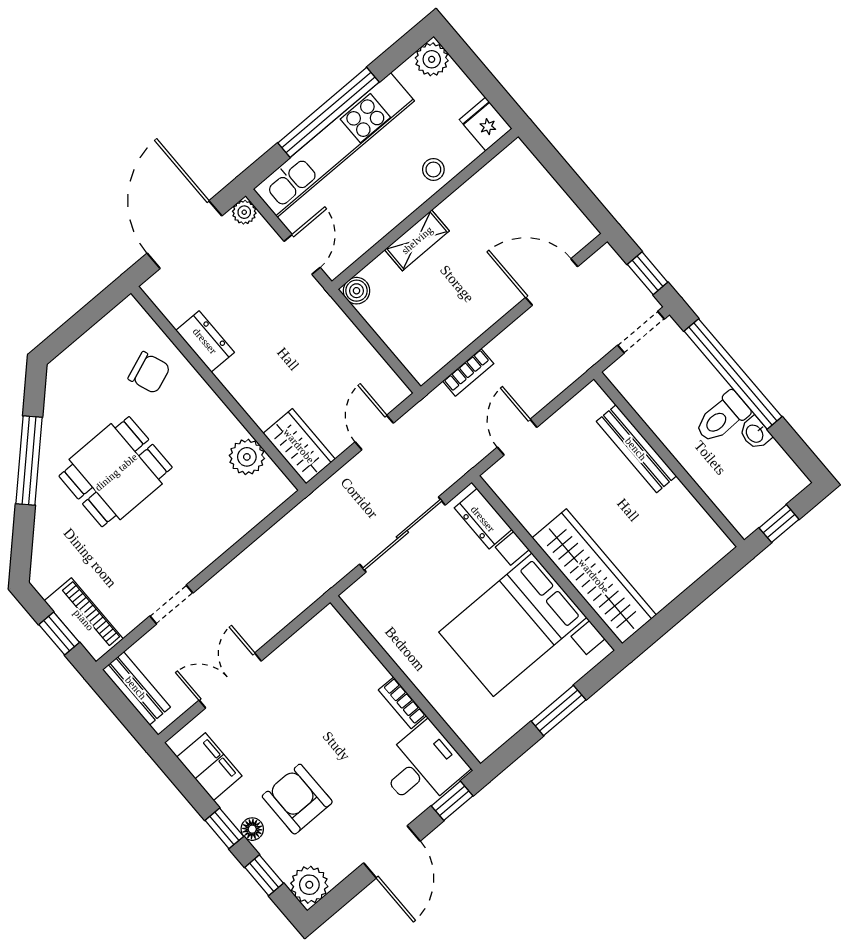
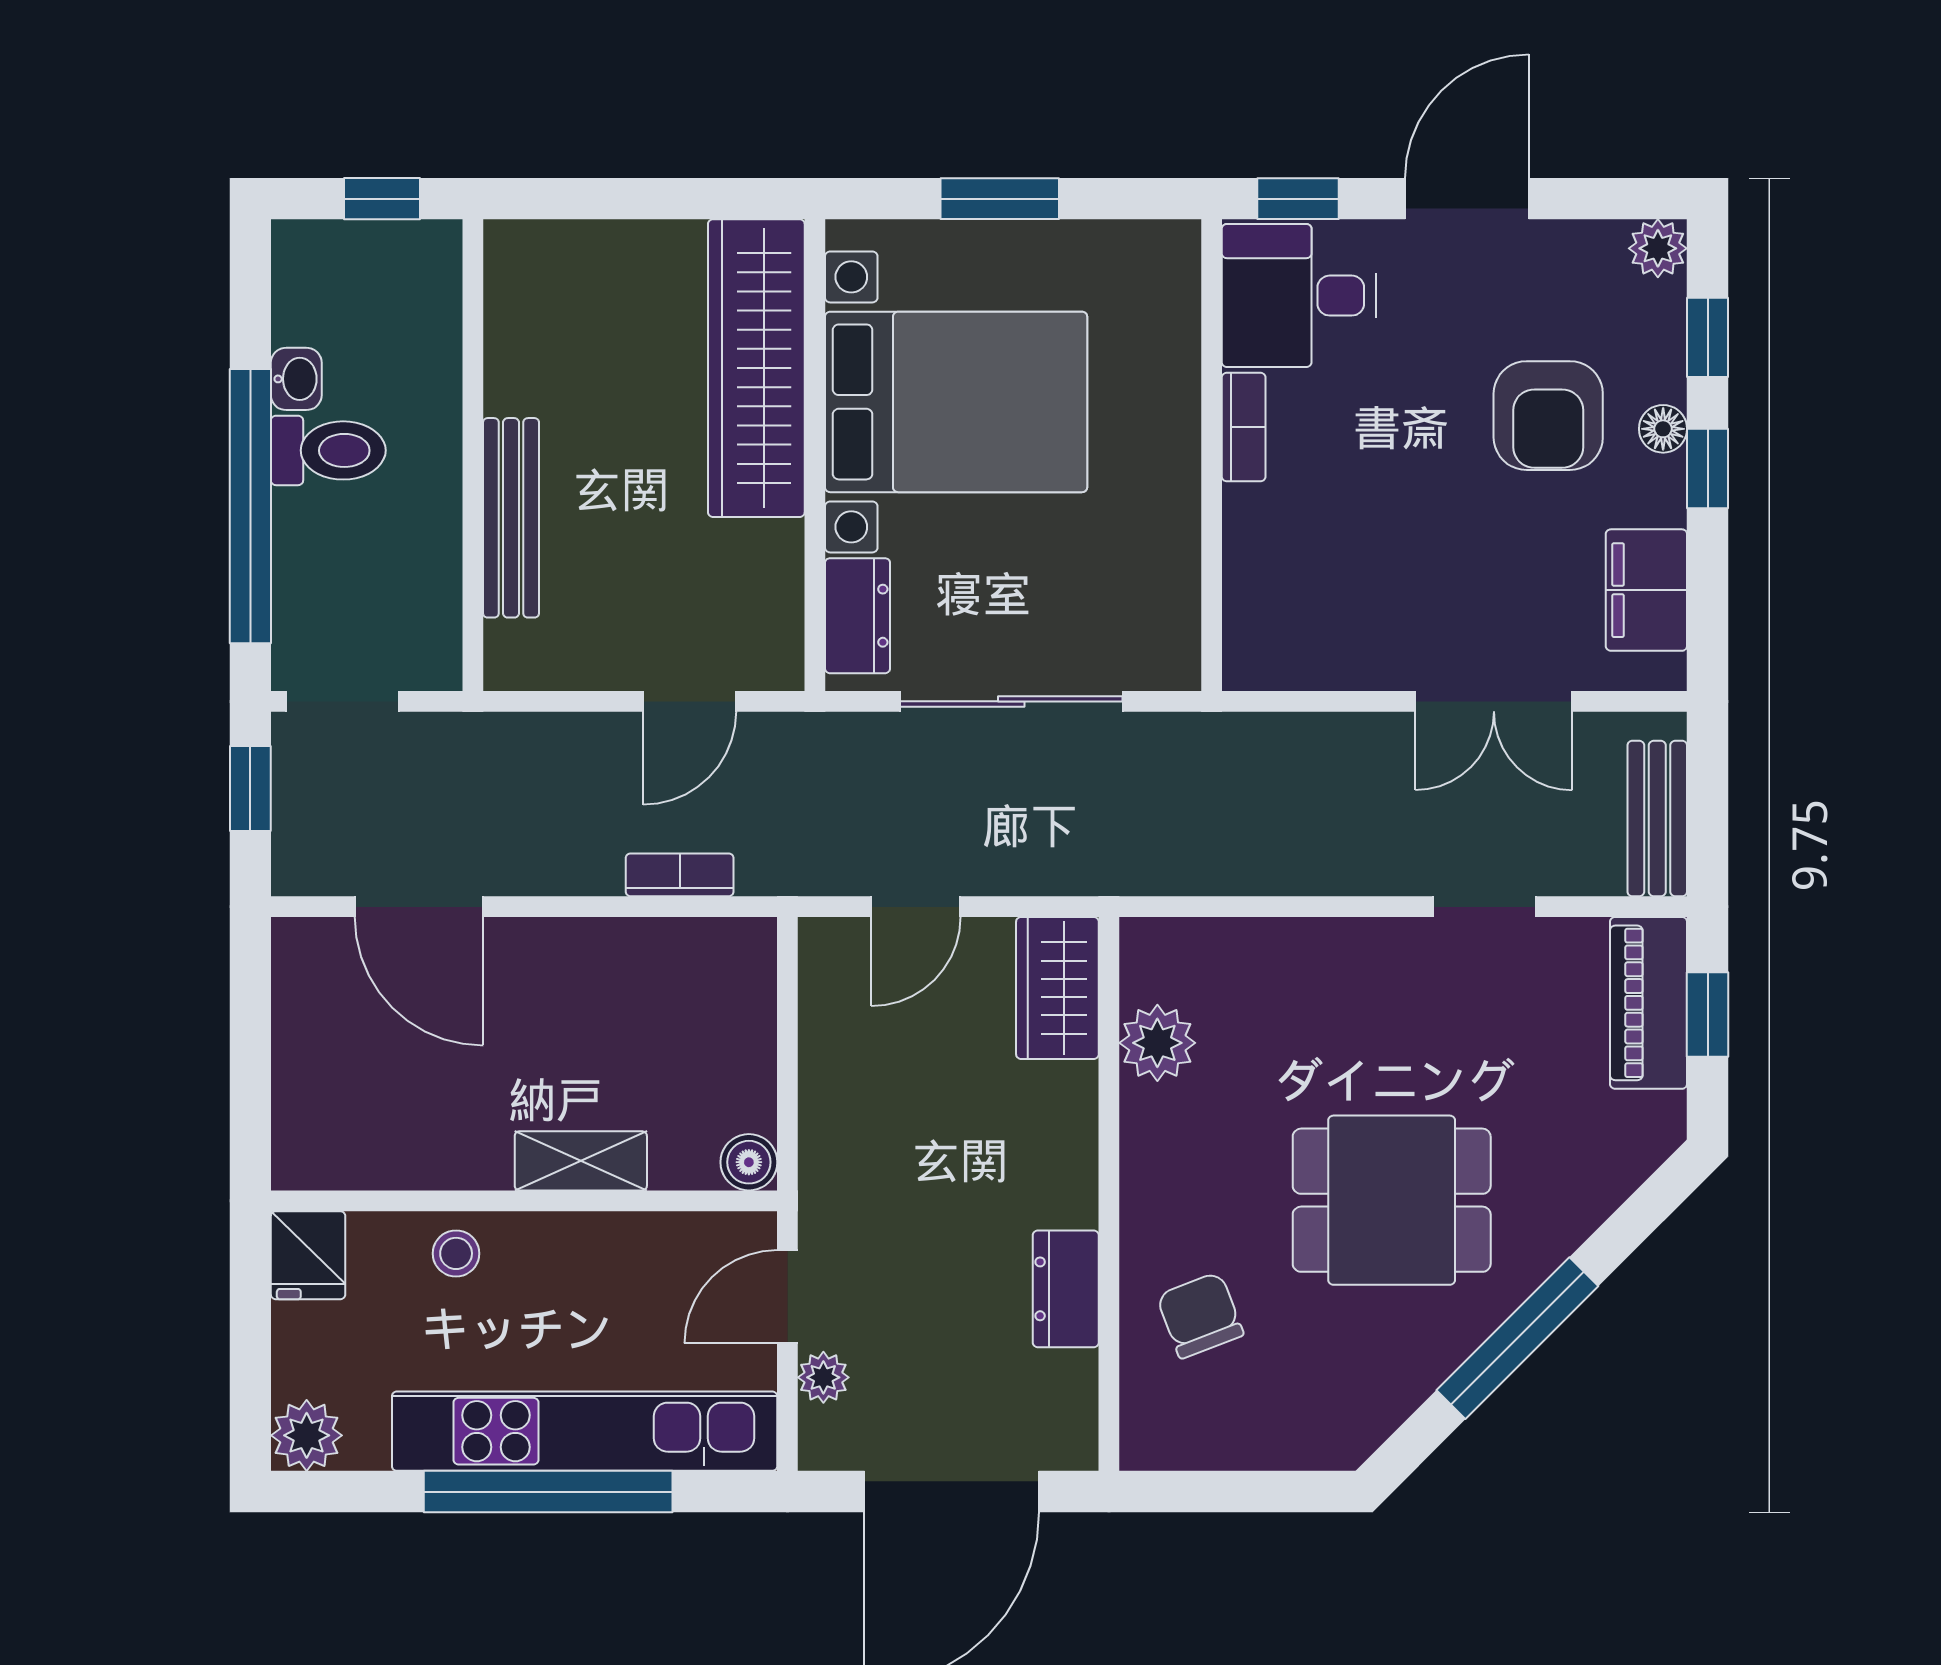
plant: (244, 212) -> (823, 1377), moved
plant: (309, 885) -> (1658, 248), width x0.73, depth x0.73

